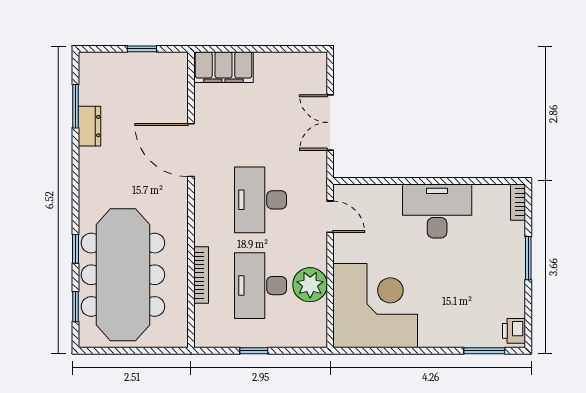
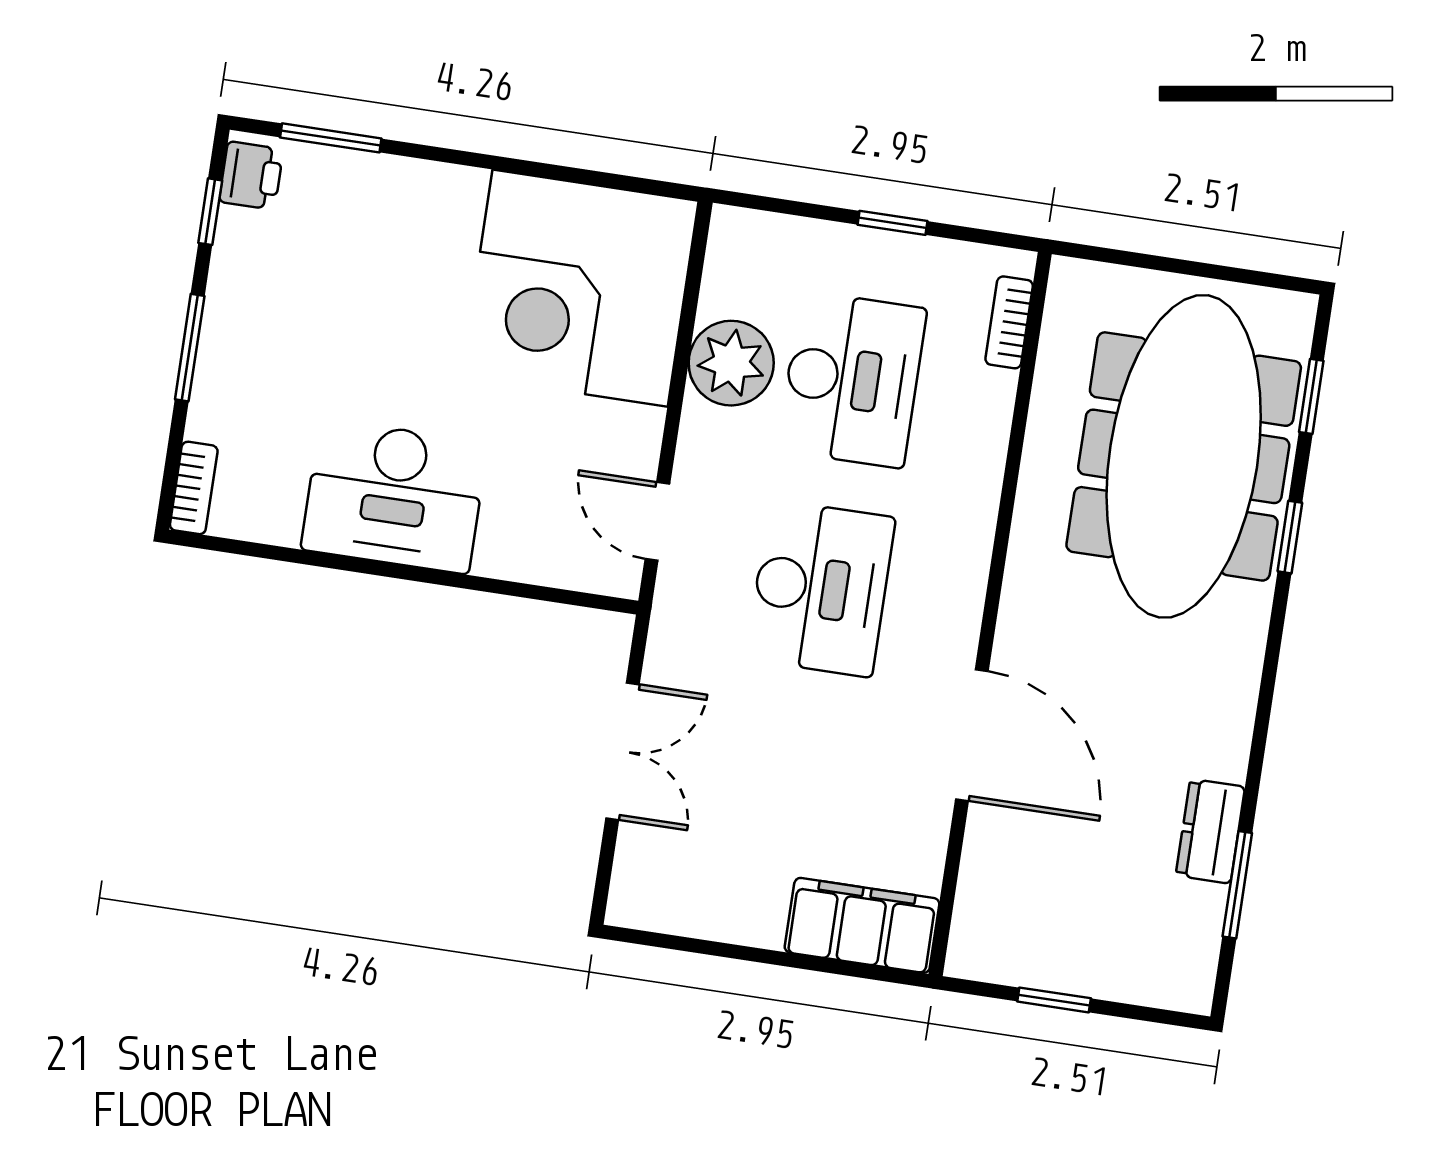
bookcase: (201, 275) -> (1009, 322), moved, width x0.64
window: (528, 314) -> (210, 212), added

